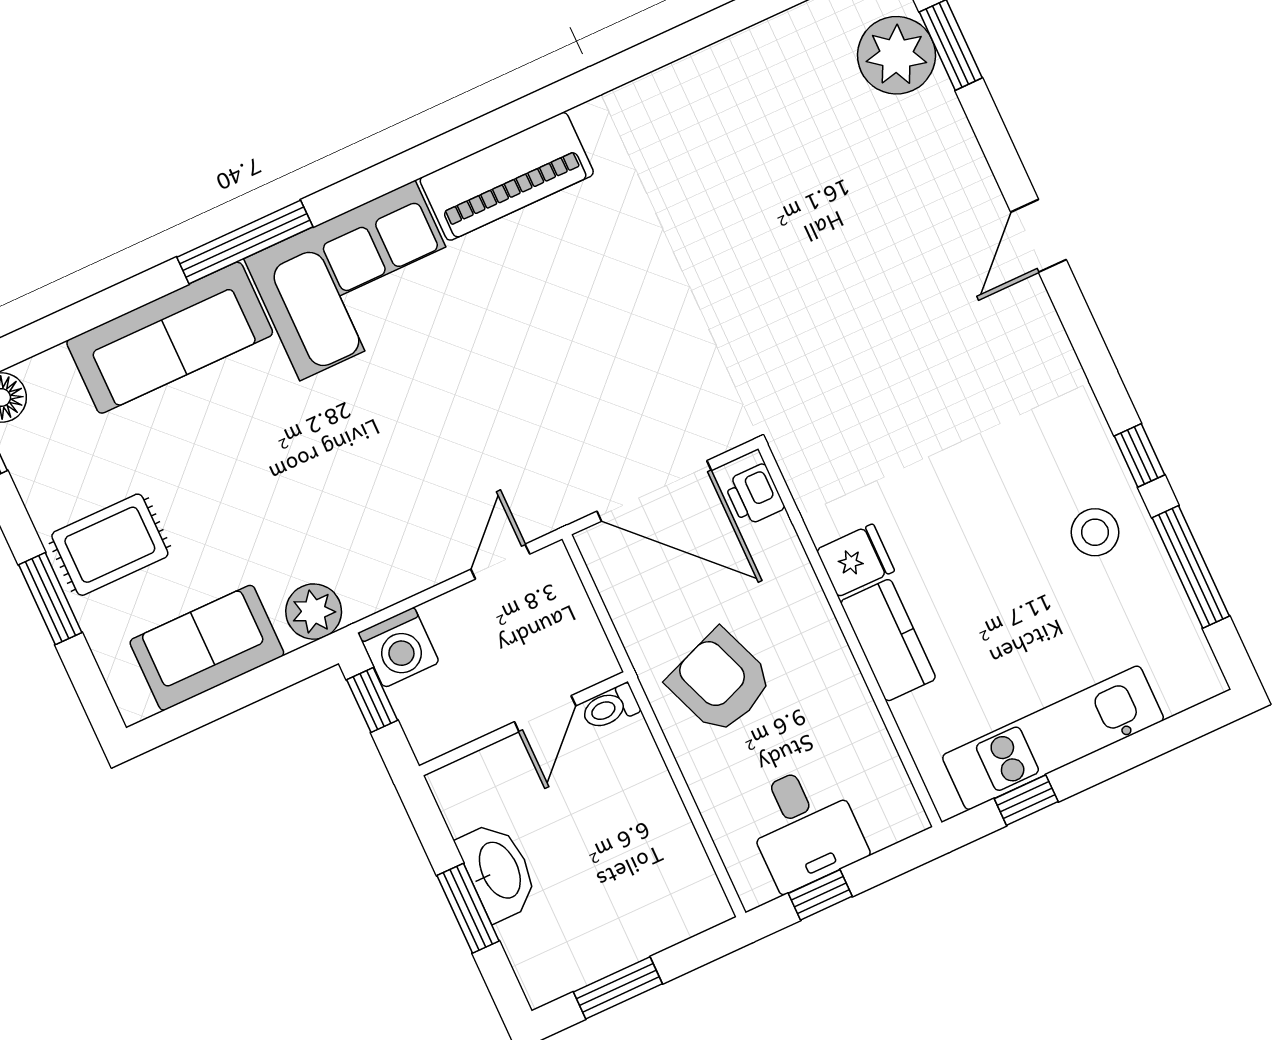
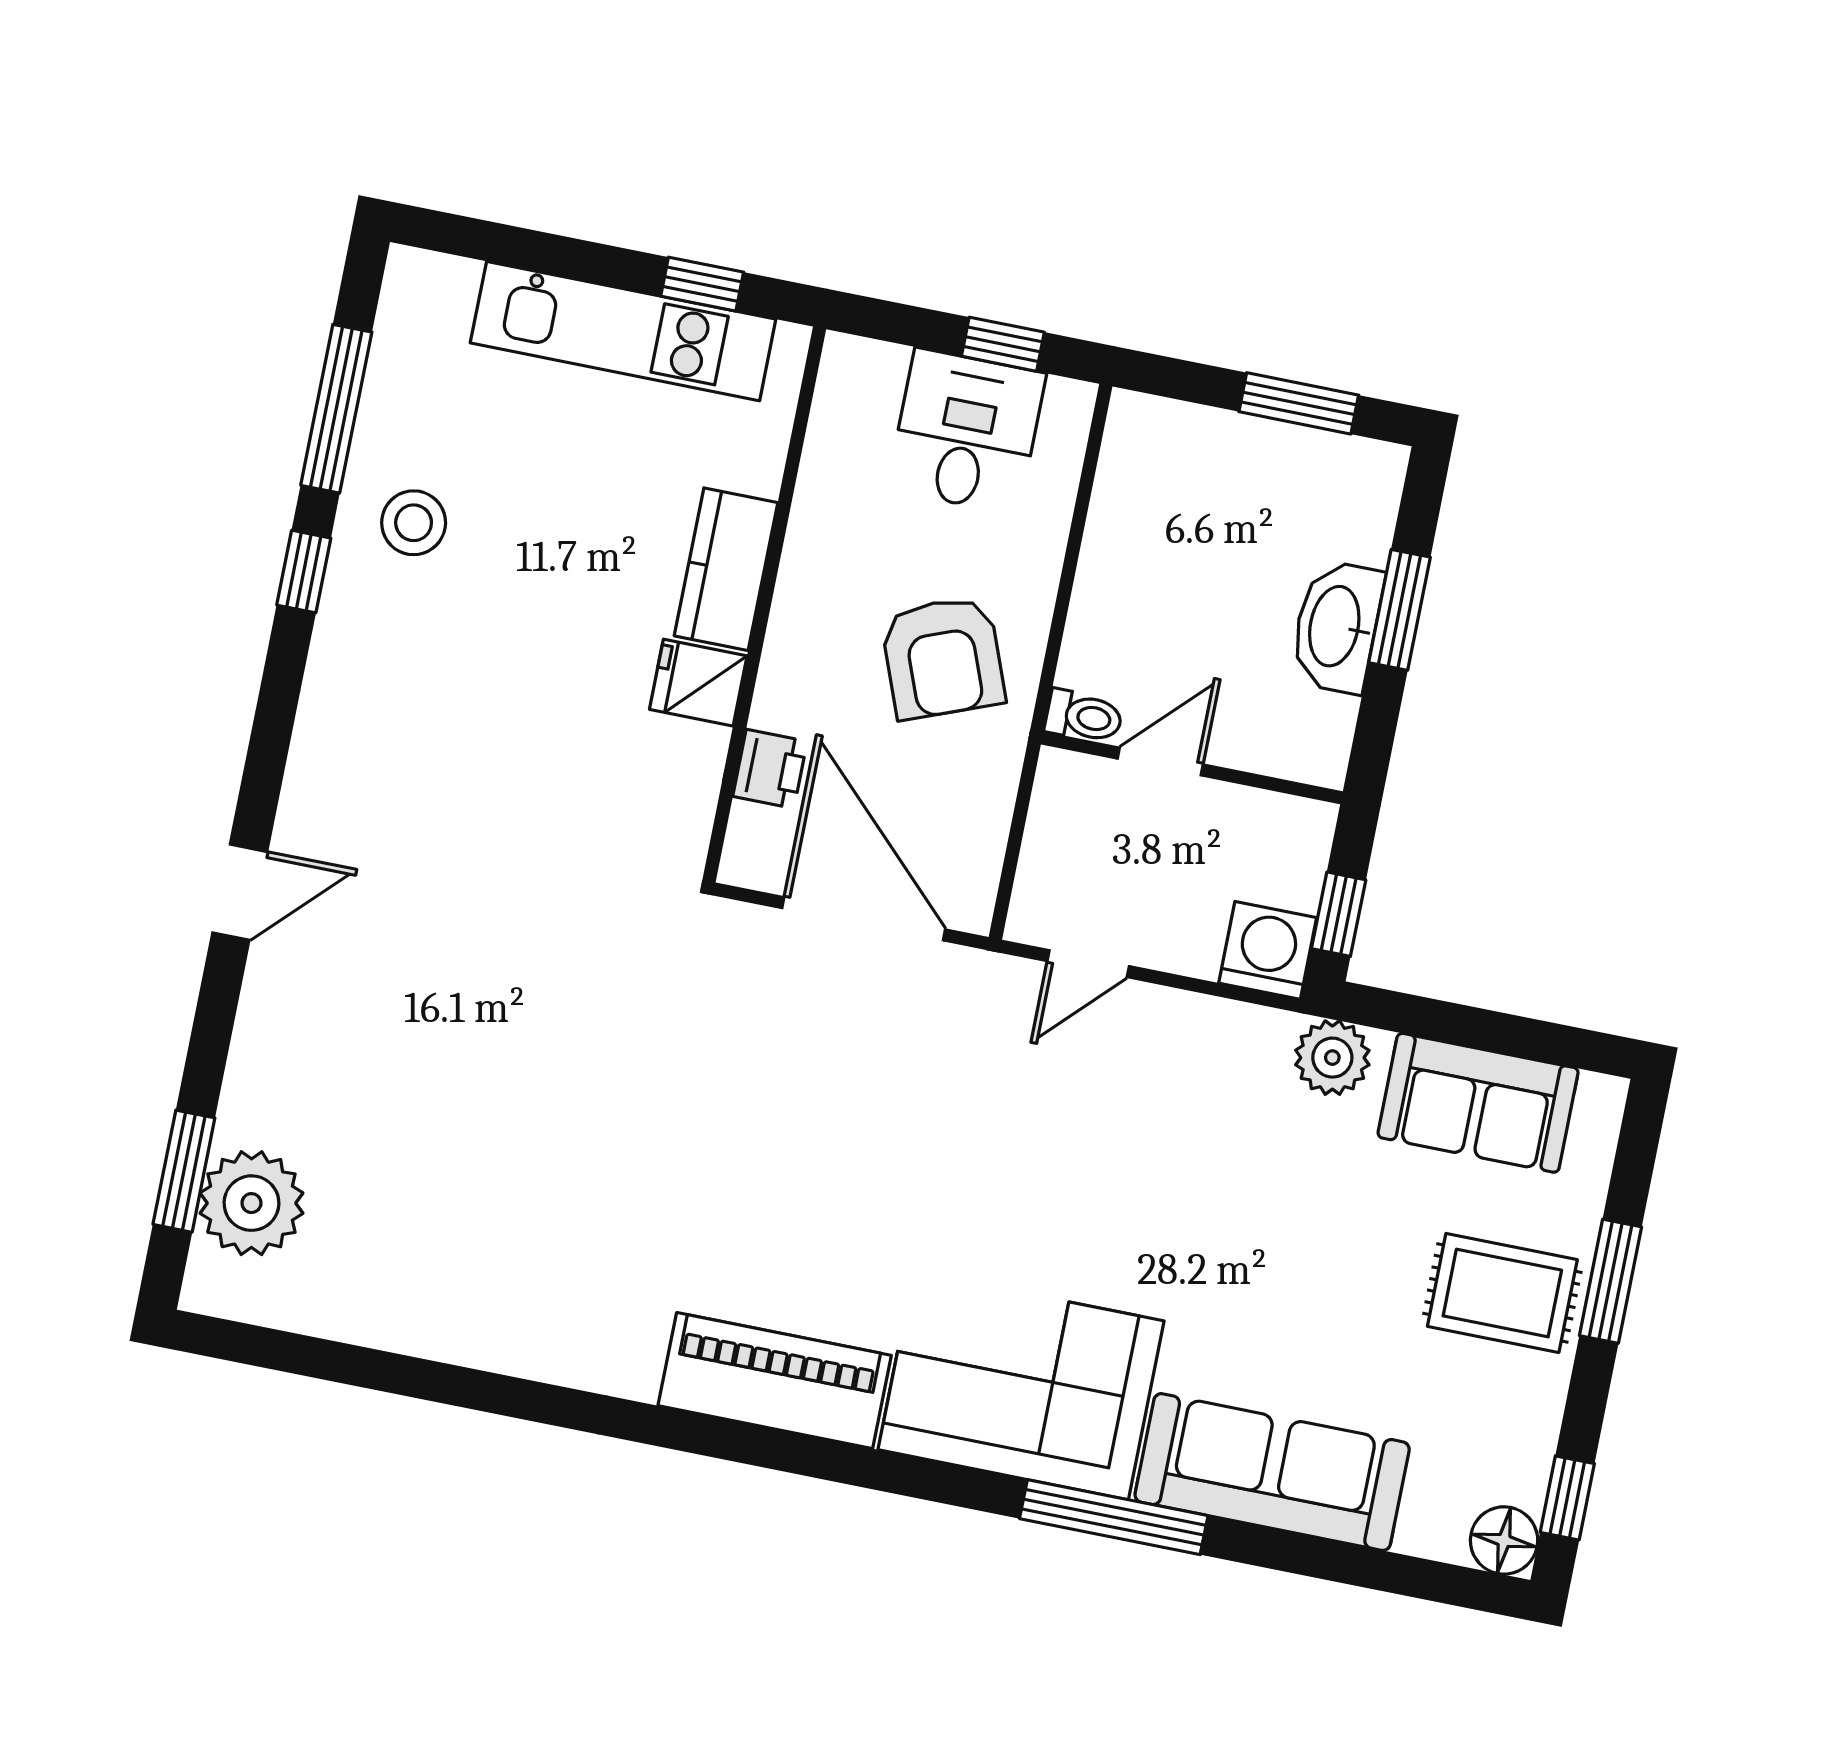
printer: (754, 495) -> (770, 769), moved

